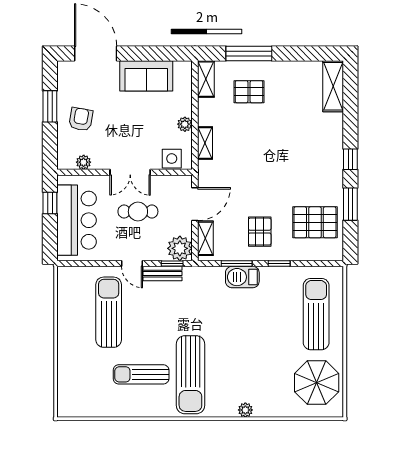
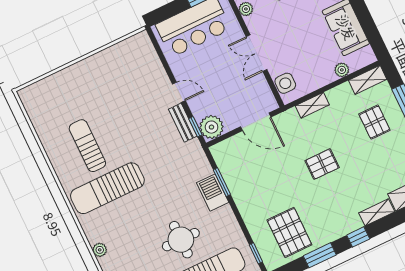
plant: (185, 124) -> (342, 70), moved
cafe table: (138, 212) -> (226, 76), removed
pallet: (260, 232) -> (322, 164), moved
shelving: (205, 238) -> (377, 212), moved
door: (132, 264) -> (179, 92), swing flipped
window: (279, 264) -> (256, 253), moved
sun lounger: (109, 312) -> (127, 92), removed
round table: (273, 329) -> (181, 240), added

